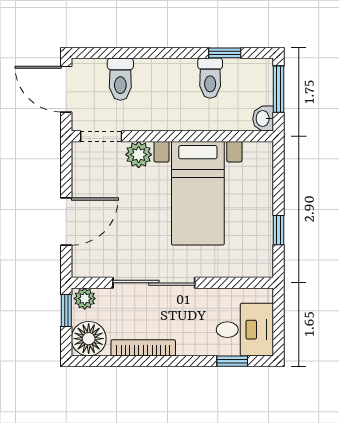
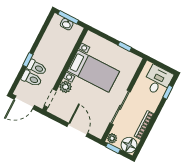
window: (225, 53) -> (28, 60), moved
toilet: (210, 78) -> (37, 67), moved
washbasin: (263, 119) -> (67, 24), moved

